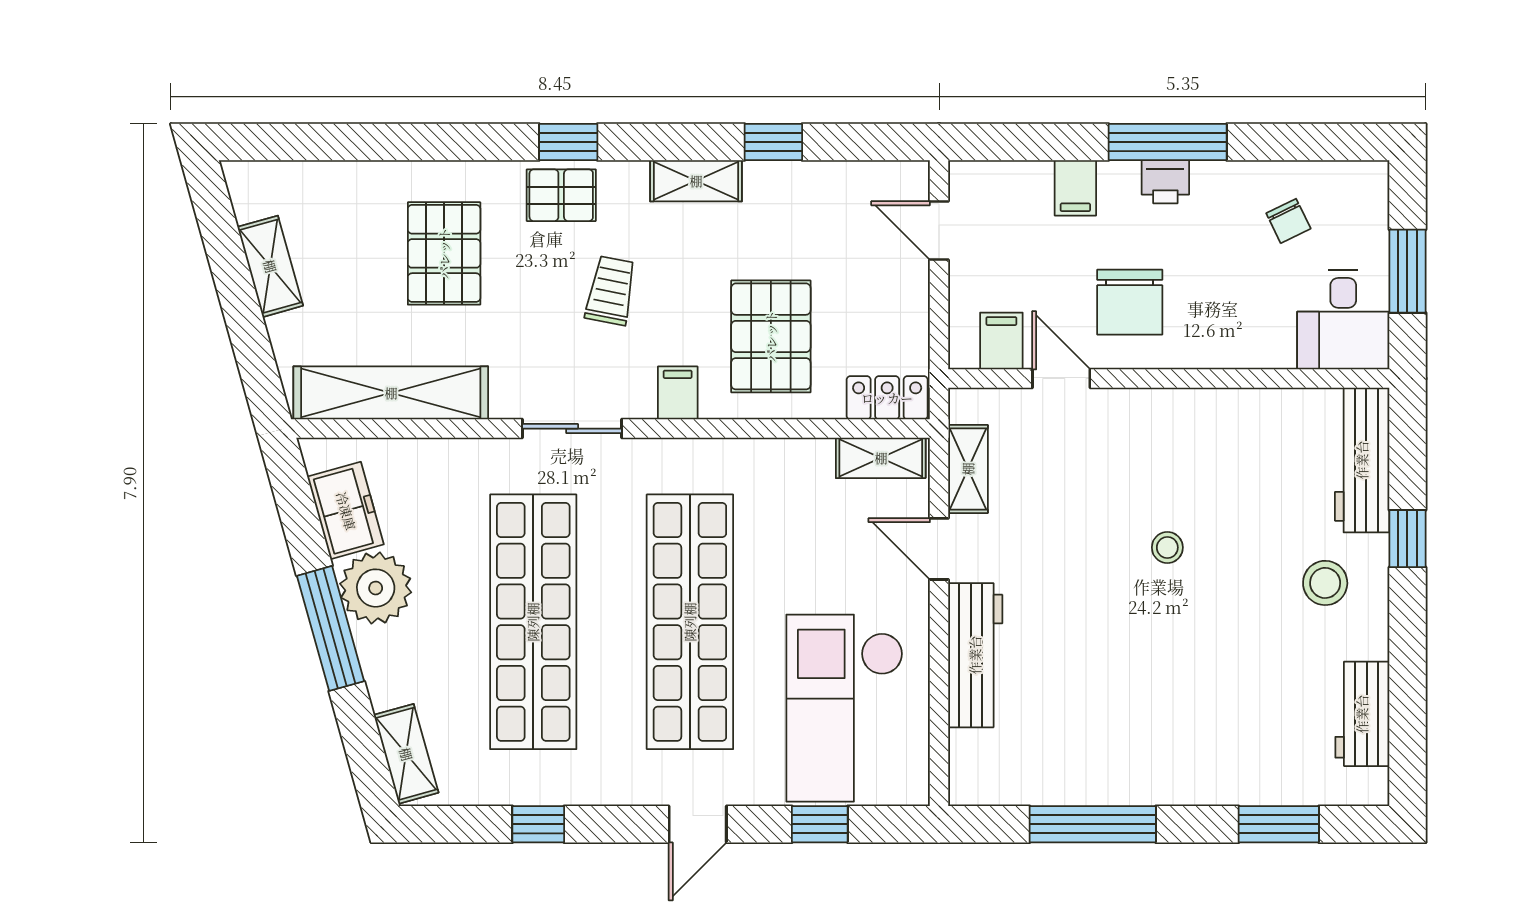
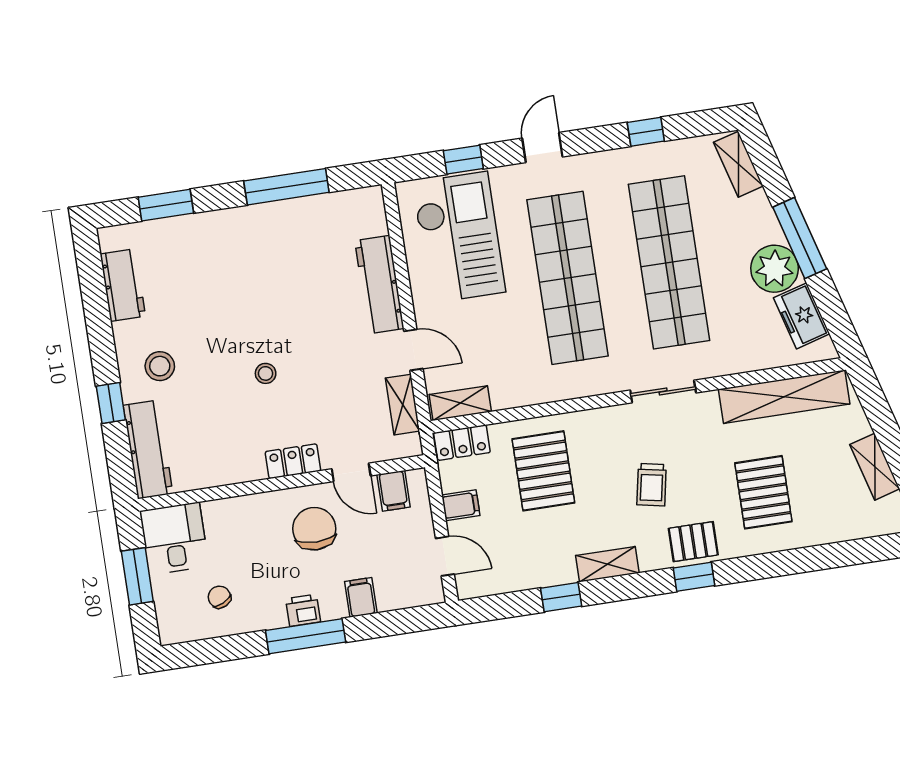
filing cabinet: (678, 393) -> (461, 505), moved, turned -90
locker: (1146, 409) -> (293, 461), added

